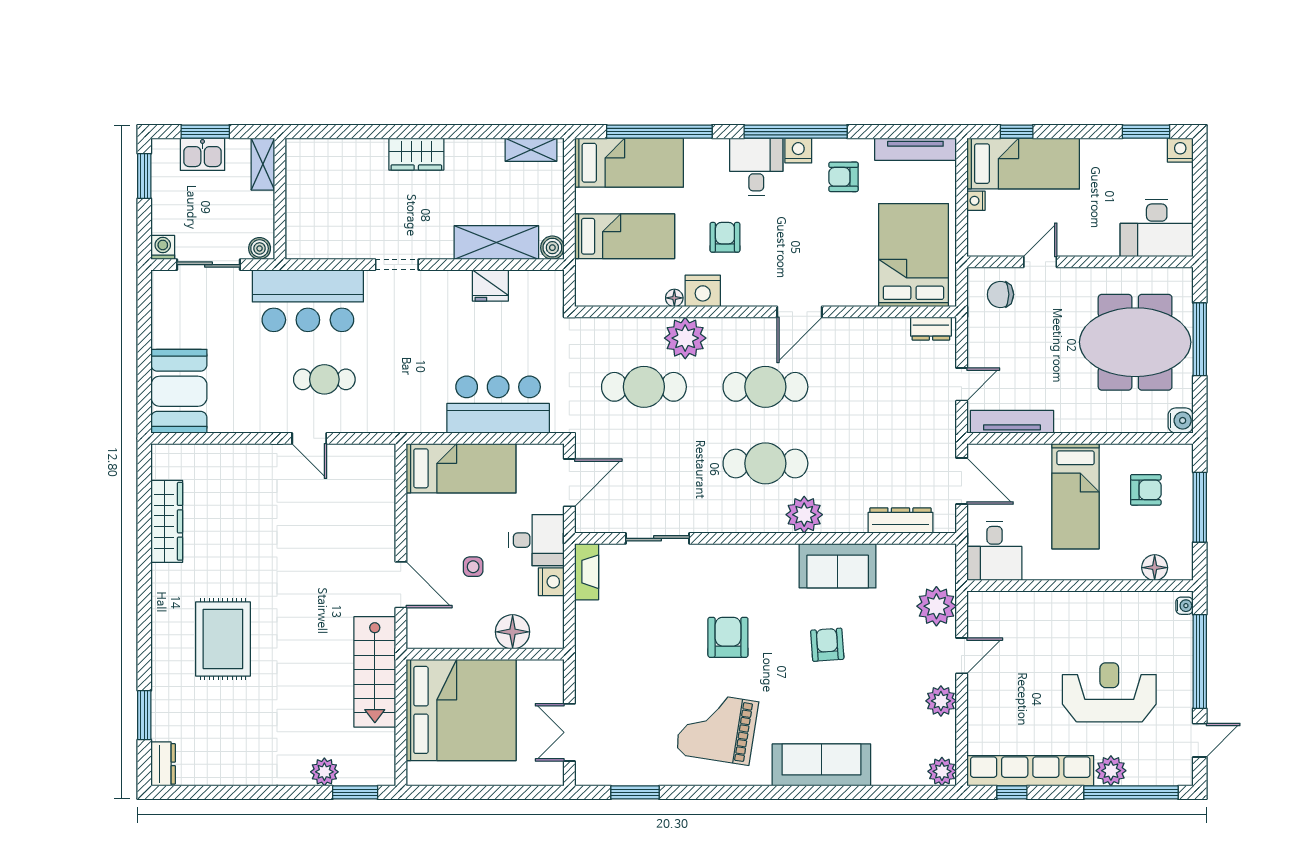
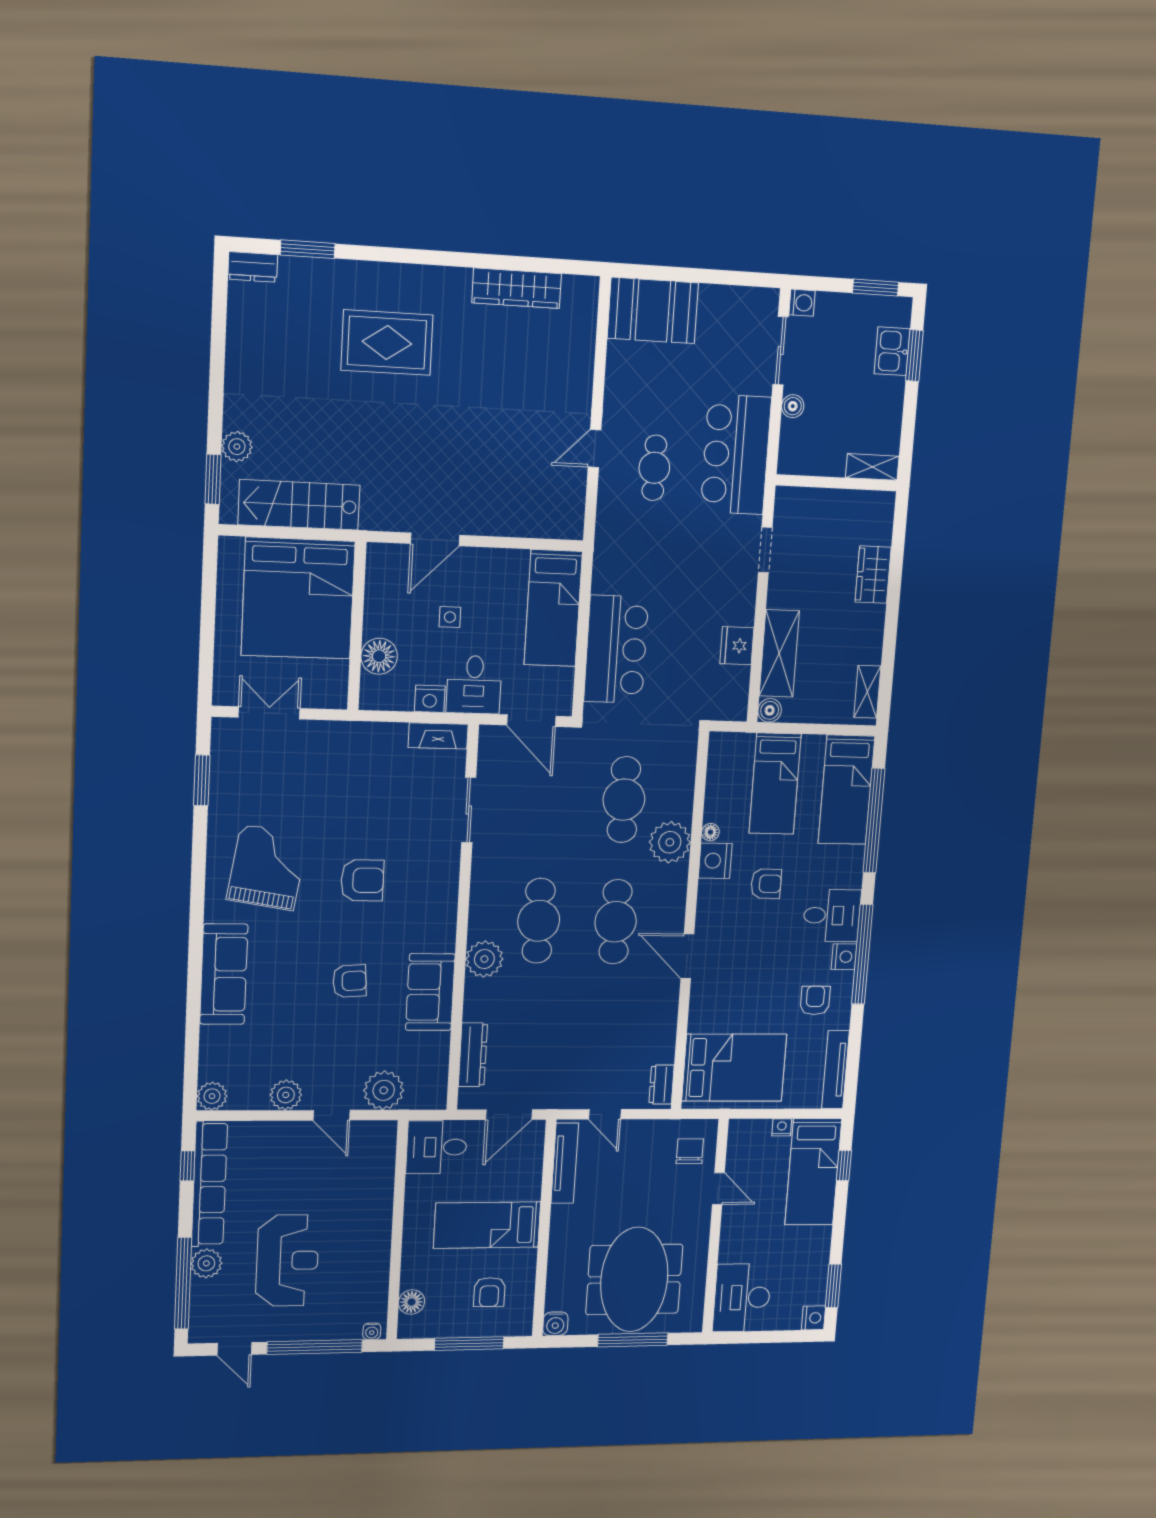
shelving: (263, 164) -> (872, 467), moved
wall: (280, 199) -> (837, 483), moved
stairs: (375, 672) -> (299, 505), moved

